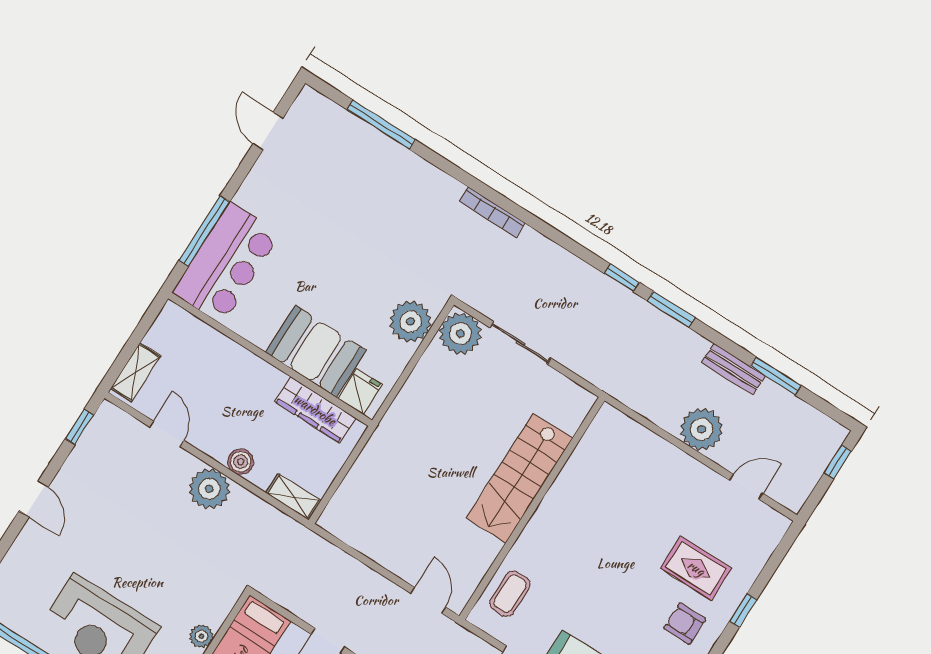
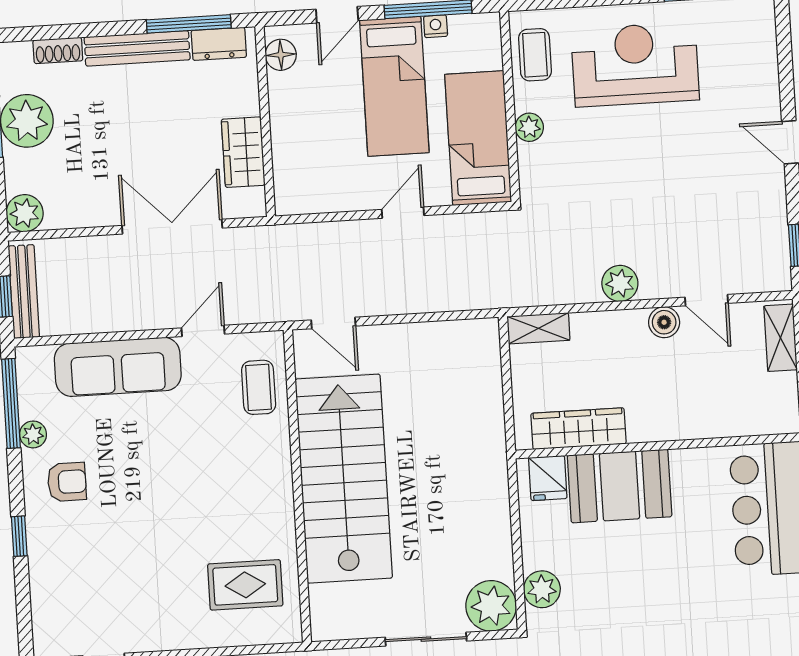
plant: (411, 322) -> (542, 589), width x0.73, depth x0.73
boiler: (241, 462) -> (664, 322), moved
stairs: (519, 478) -> (344, 479), width x1.36, depth x1.51
plant: (209, 489) -> (620, 283), width x0.73, depth x0.73
rug: (696, 568) -> (245, 585), moved

